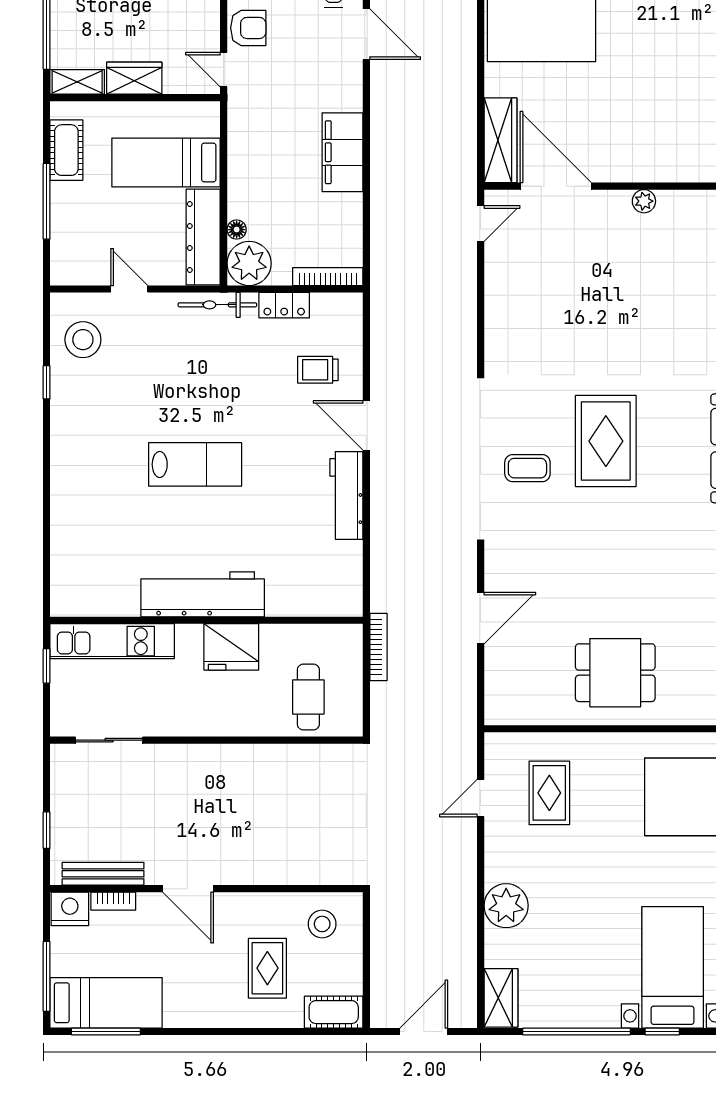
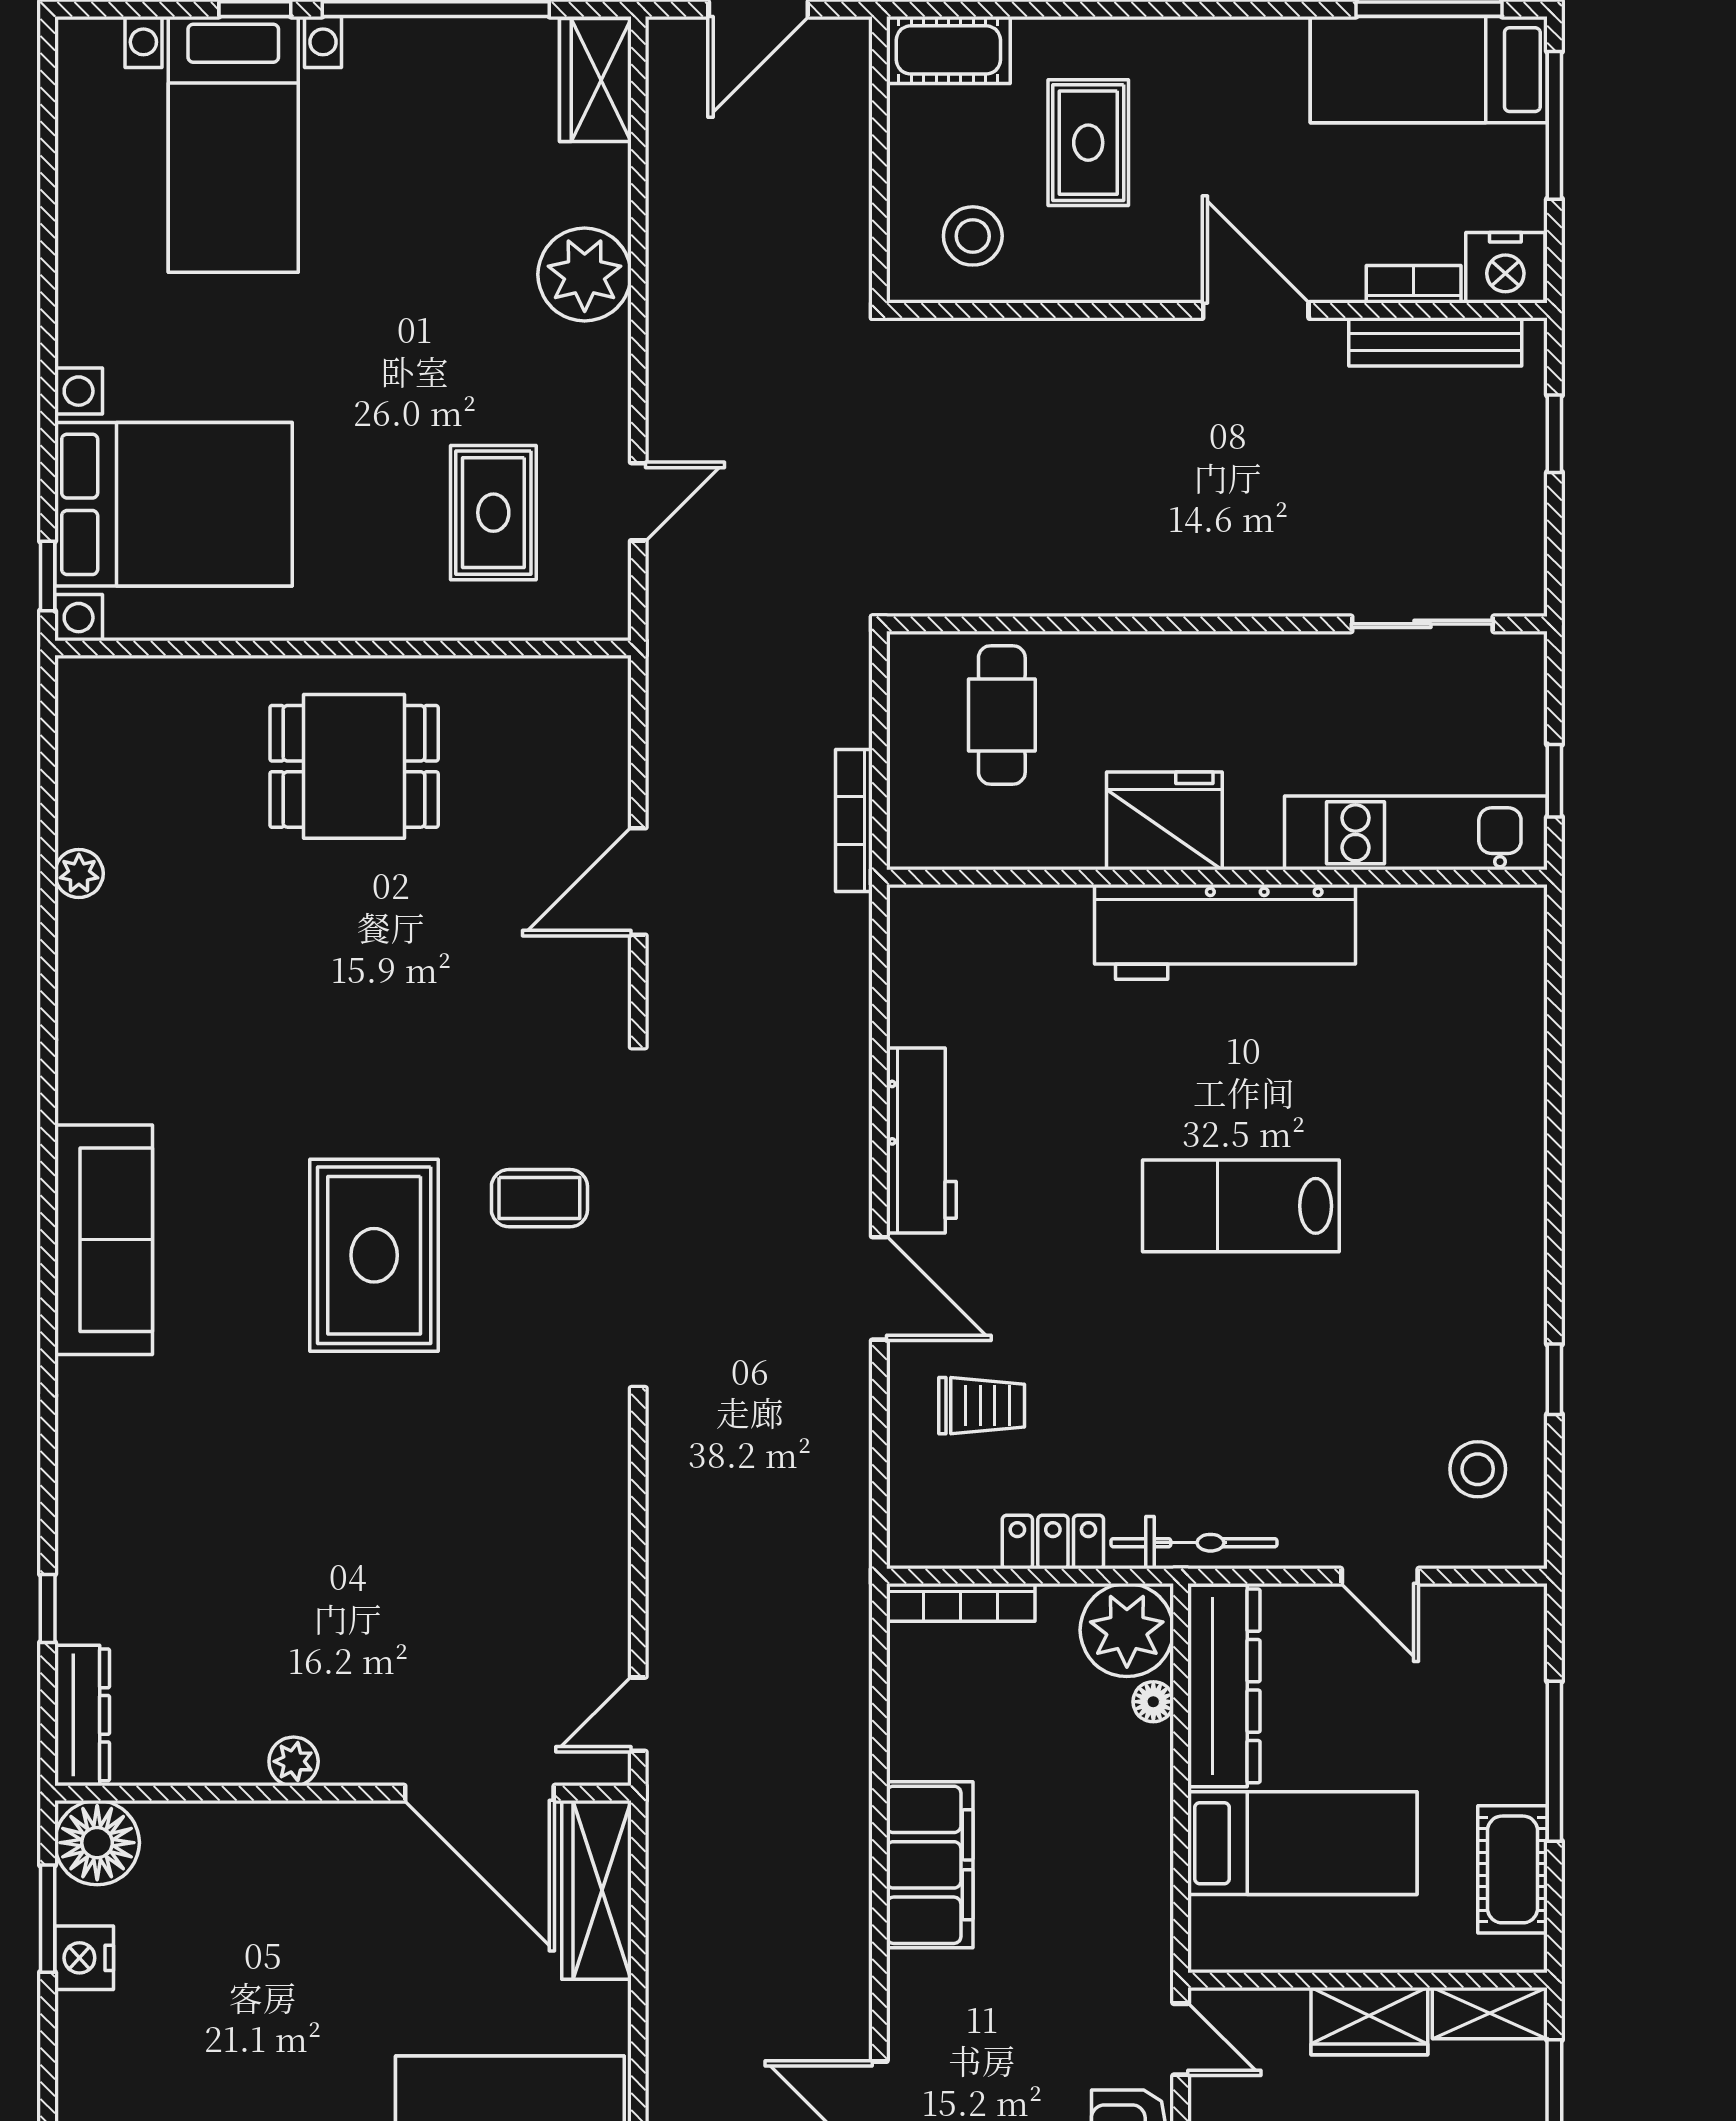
stool: (83, 340) -> (1478, 1469), width x0.73, depth x0.73

